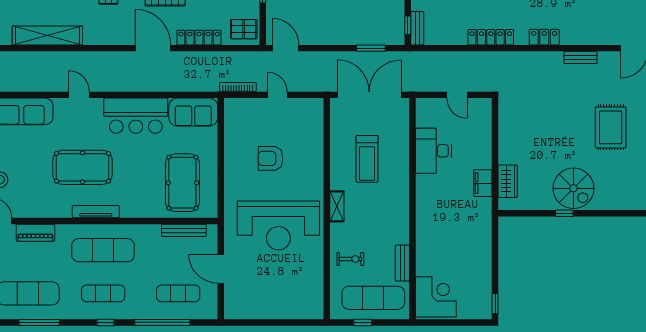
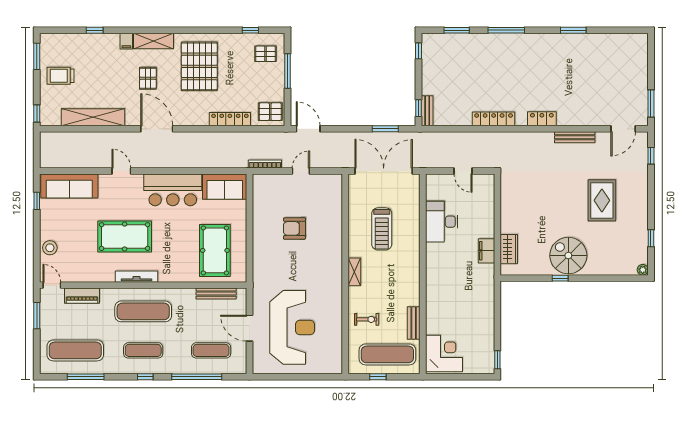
door: (153, 48) -> (157, 129), moved
bench: (581, 57) -> (575, 137), width x1.36
door: (278, 95) -> (301, 171), hinge flipped
spiral stairs: (573, 188) -> (568, 256), turned 180
reception desk: (278, 225) -> (292, 327), moved, turned -90

